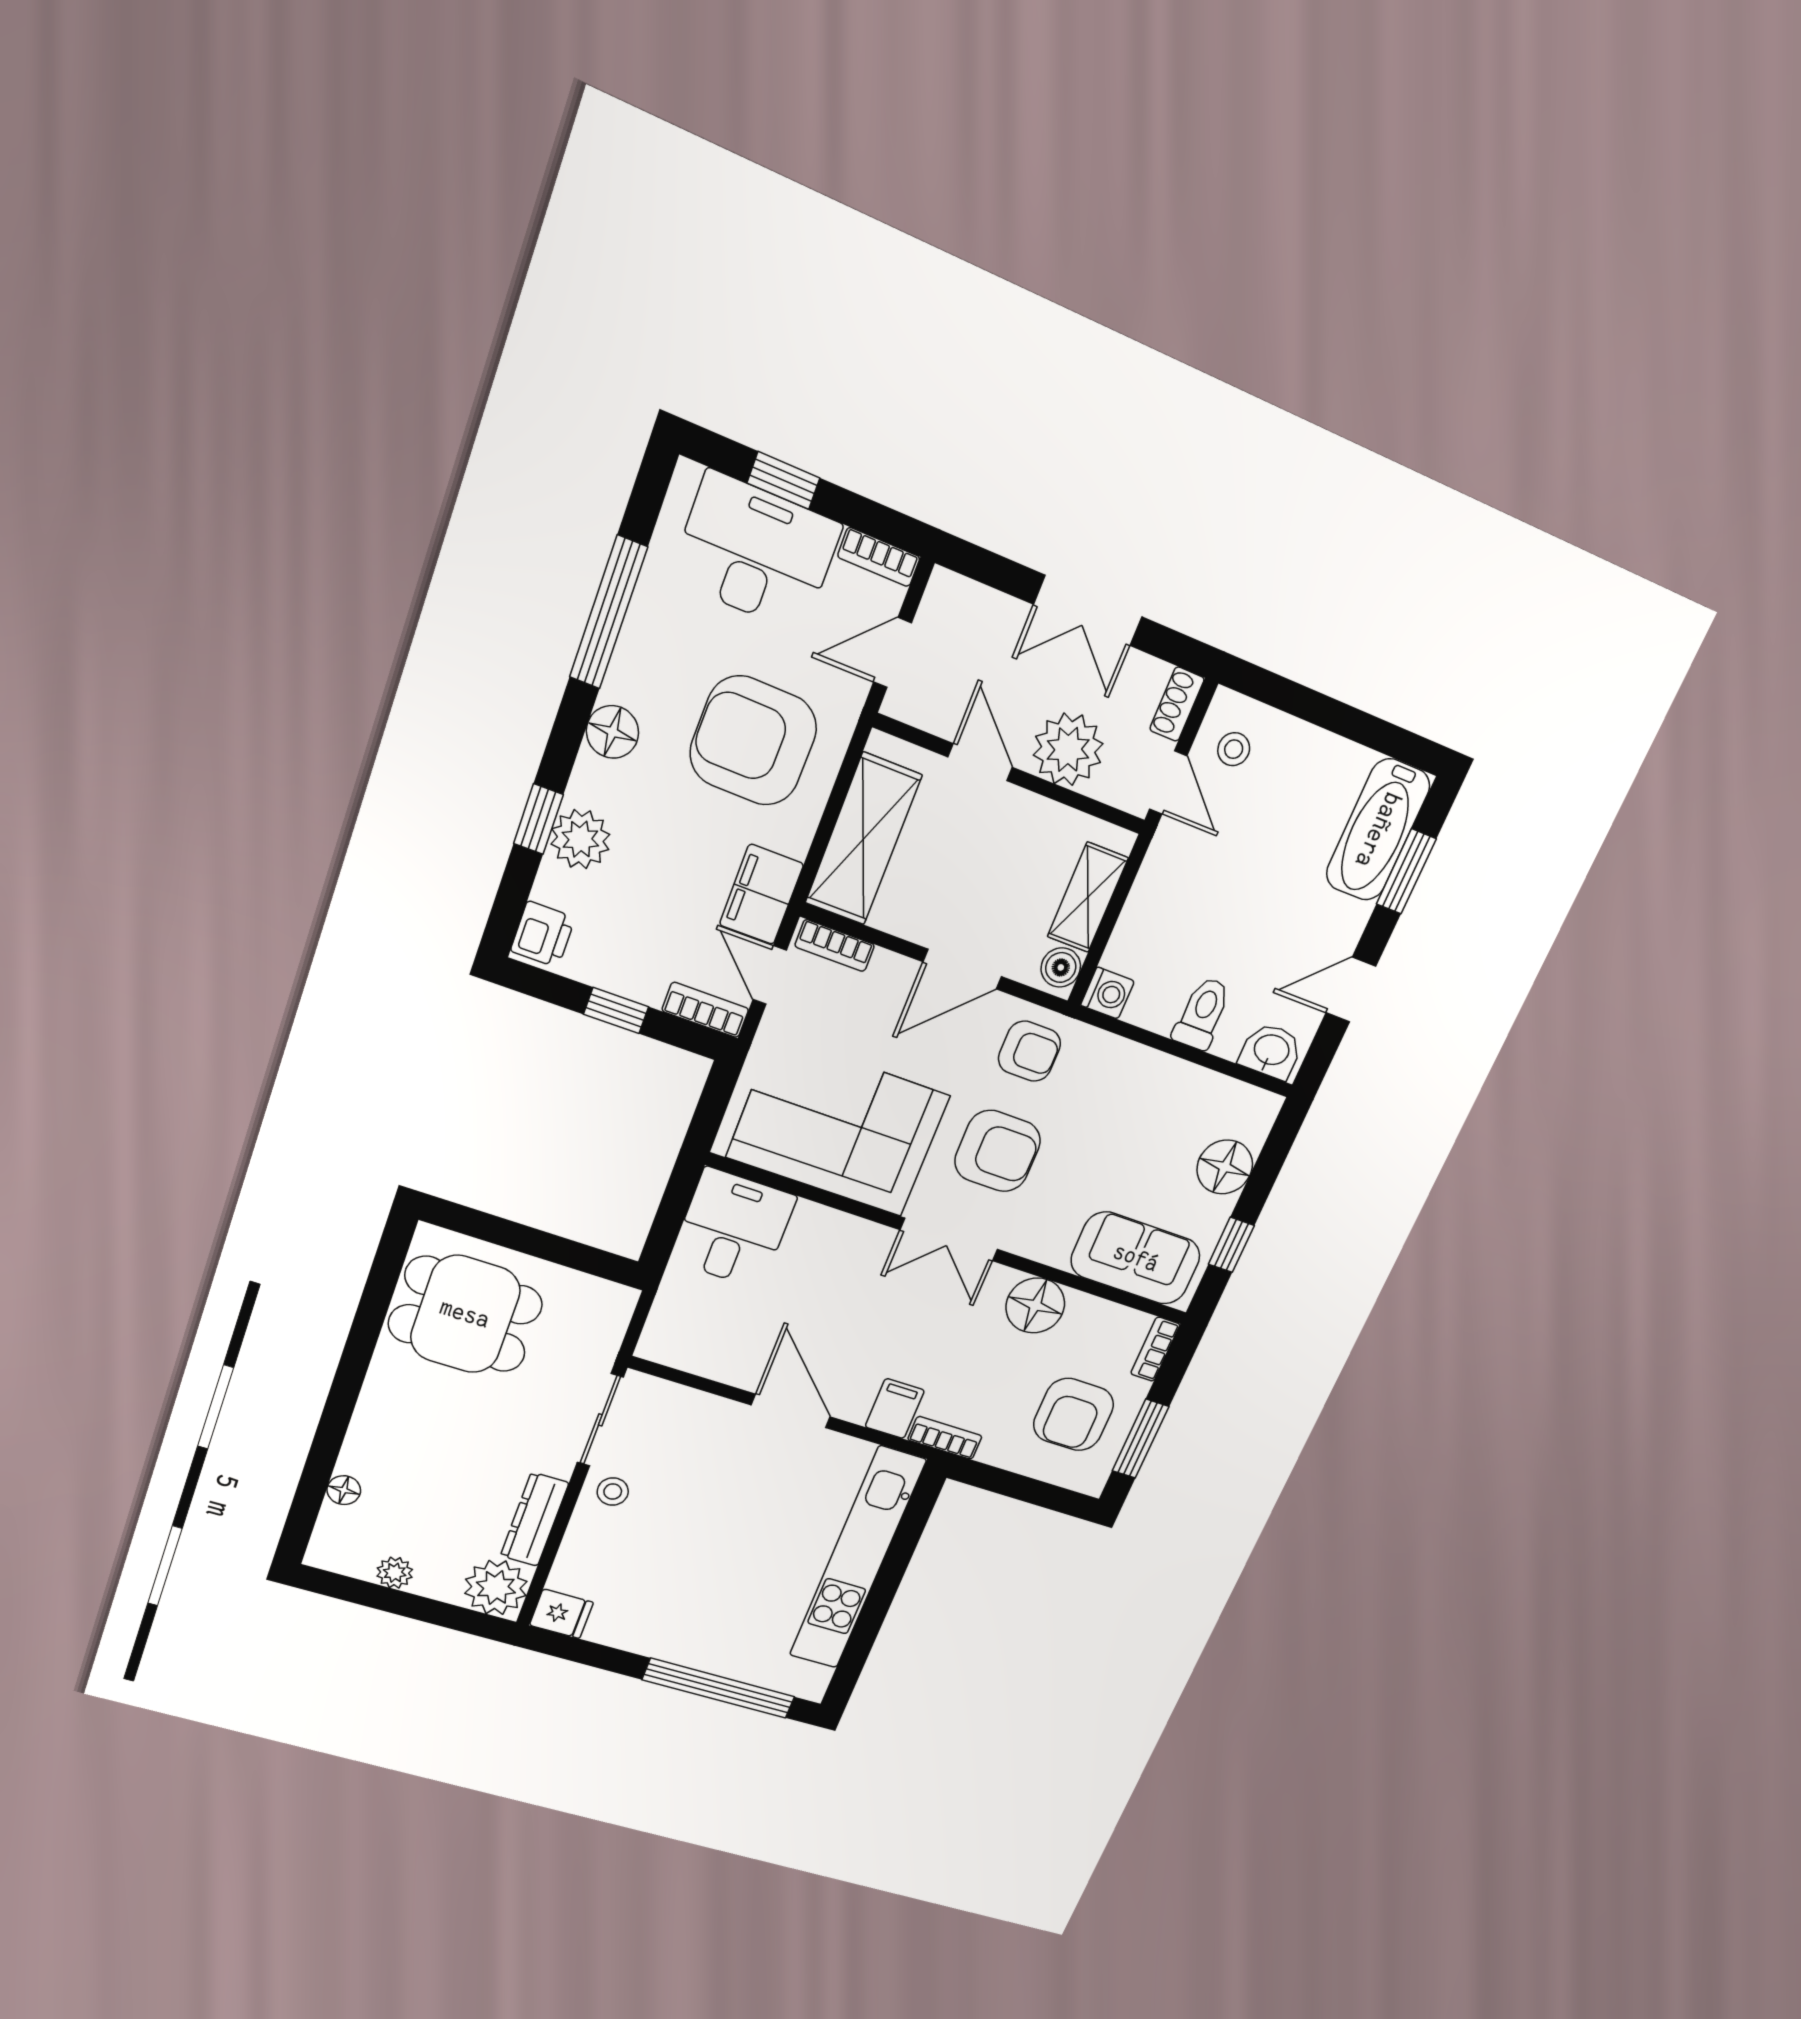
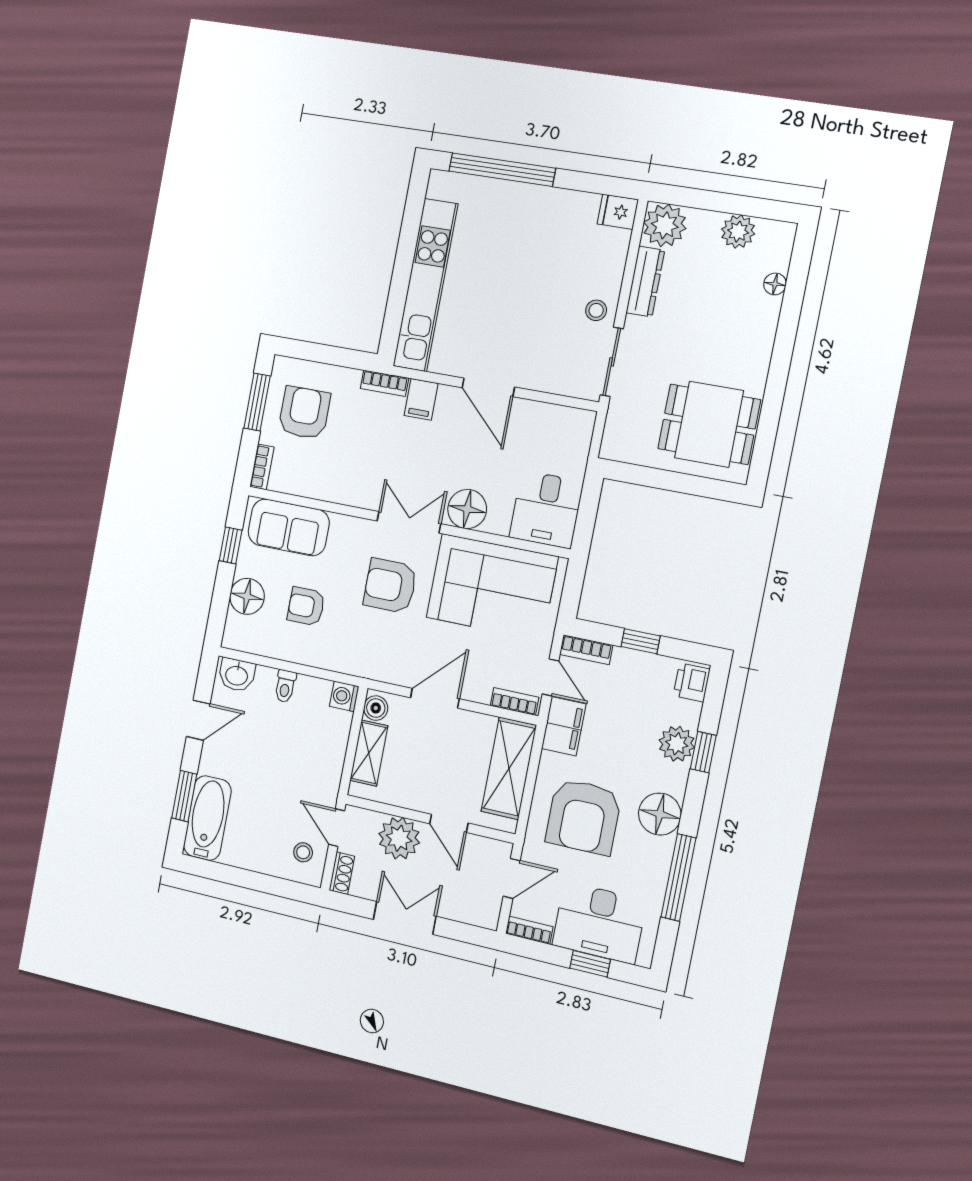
floor lamp: (612, 732) -> (660, 814), width x1.38, depth x1.38
armchair: (753, 741) -> (583, 817), turned 89
toilet: (1202, 1014) -> (285, 686), width x0.73, depth x0.72
armchair: (1029, 1051) -> (306, 606), moved
floor lamp: (1035, 1305) -> (467, 509), moved
plant: (395, 1573) -> (738, 232), width x1.38, depth x1.38

